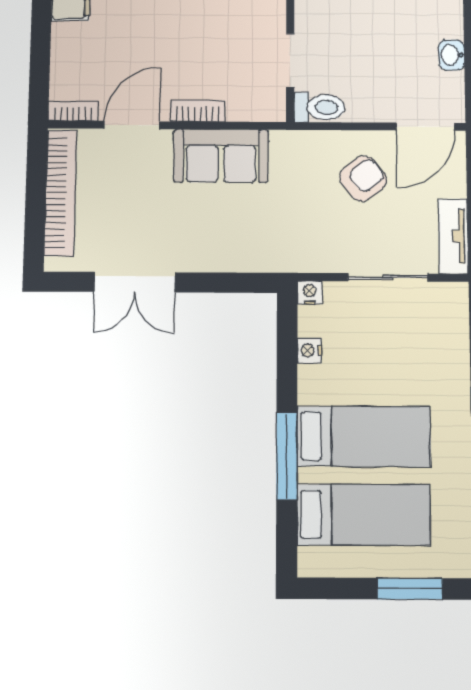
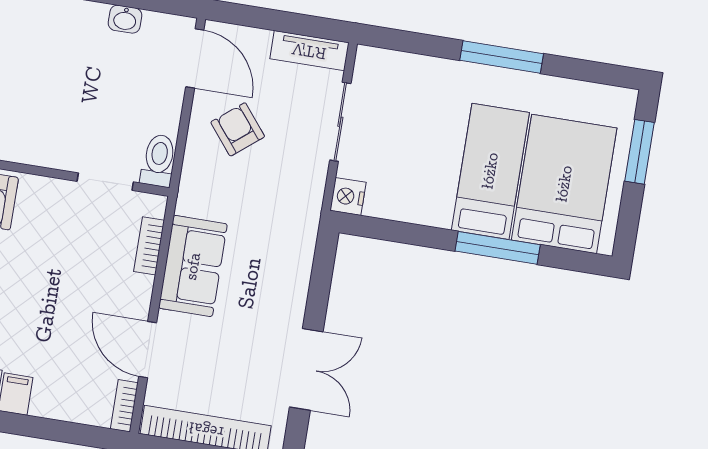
bookcase: (198, 111) -> (149, 246), moved
nightstand: (310, 293) -> (348, 196), width x1.39, depth x1.35
nightstand: (309, 350) -> (400, 210), removed
bed: (364, 515) -> (564, 184), width x1.50

